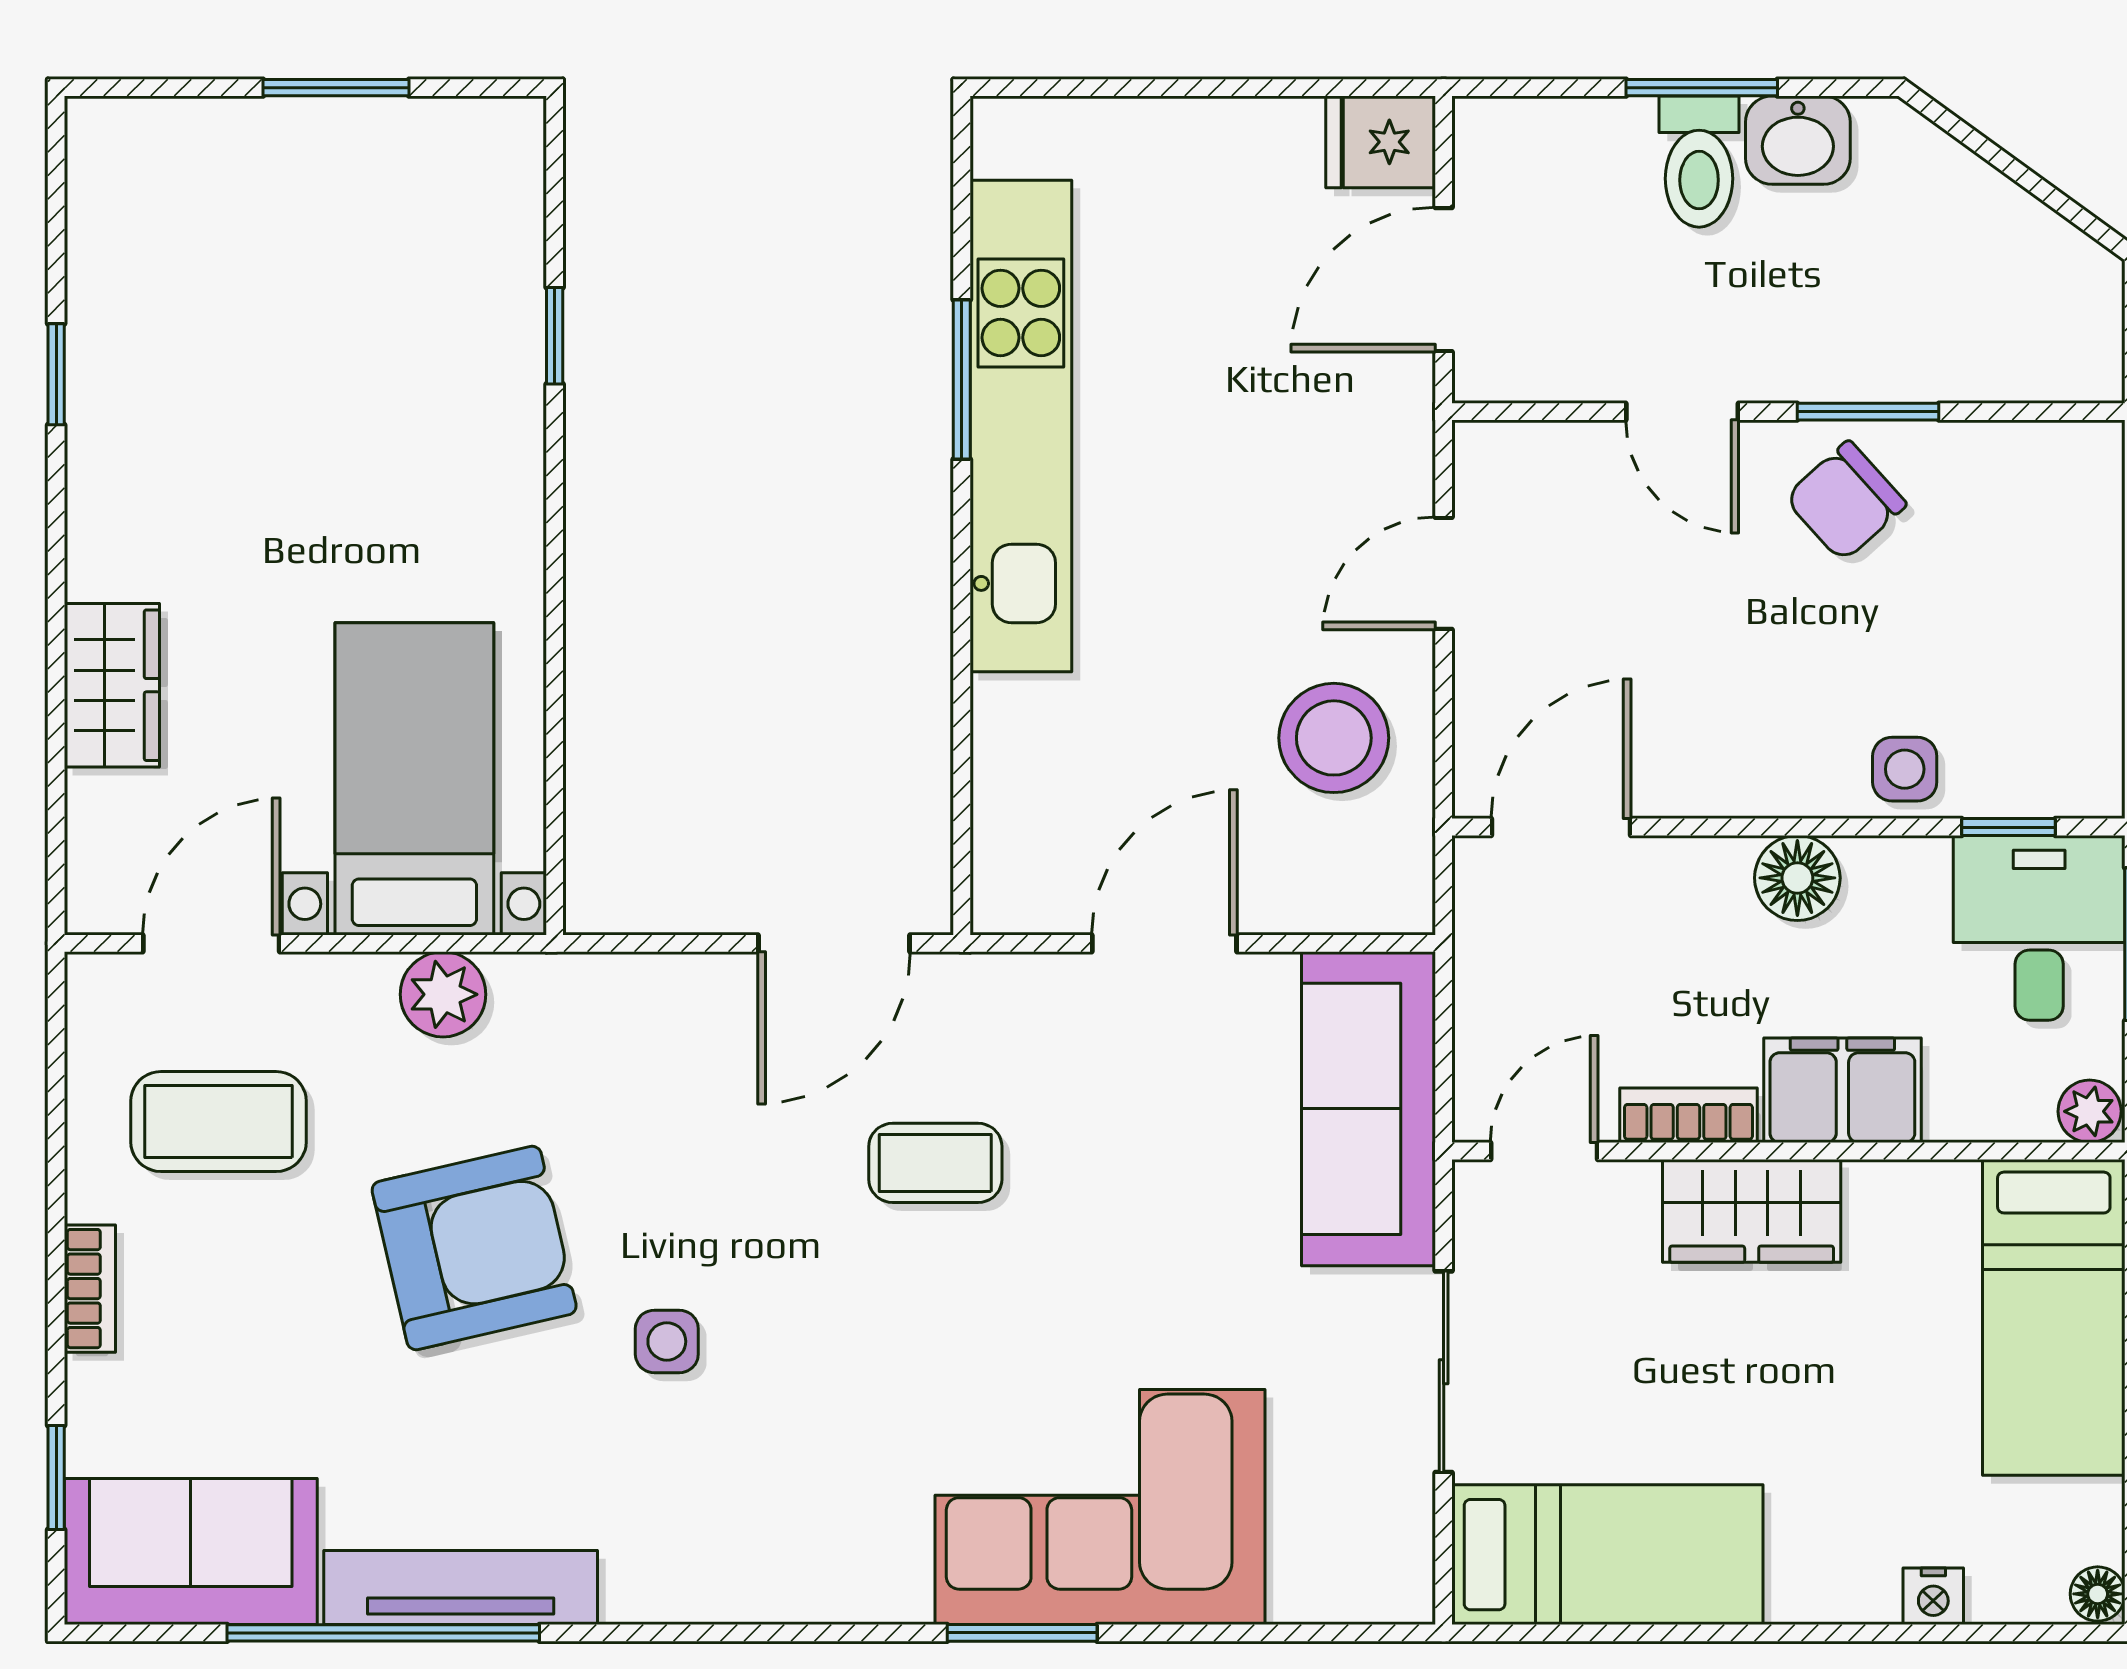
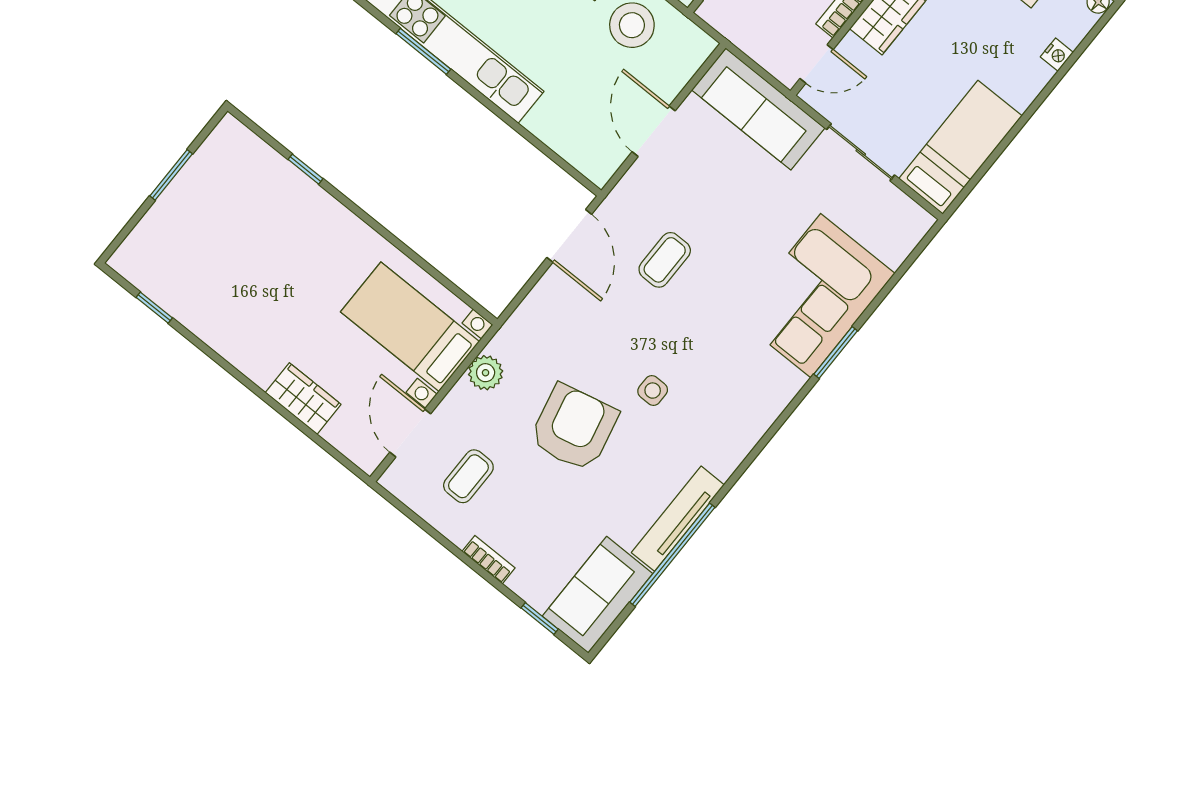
window: (56, 374) -> (154, 308), moved
coffee table: (219, 1122) -> (468, 476), width x0.73, depth x0.77
door: (1544, 1151) -> (816, 64), swing flipped

